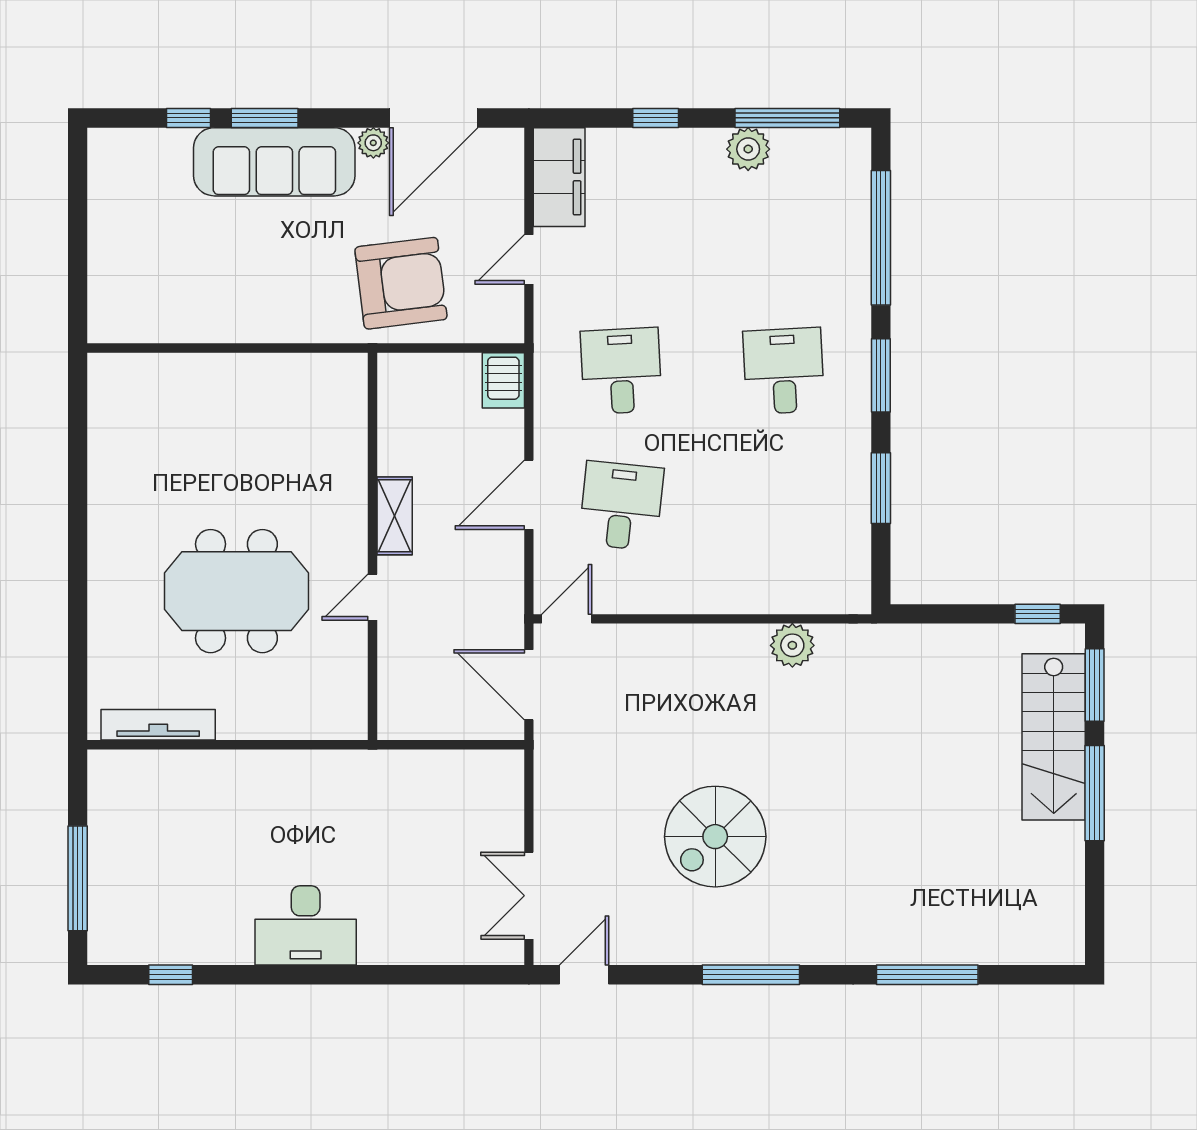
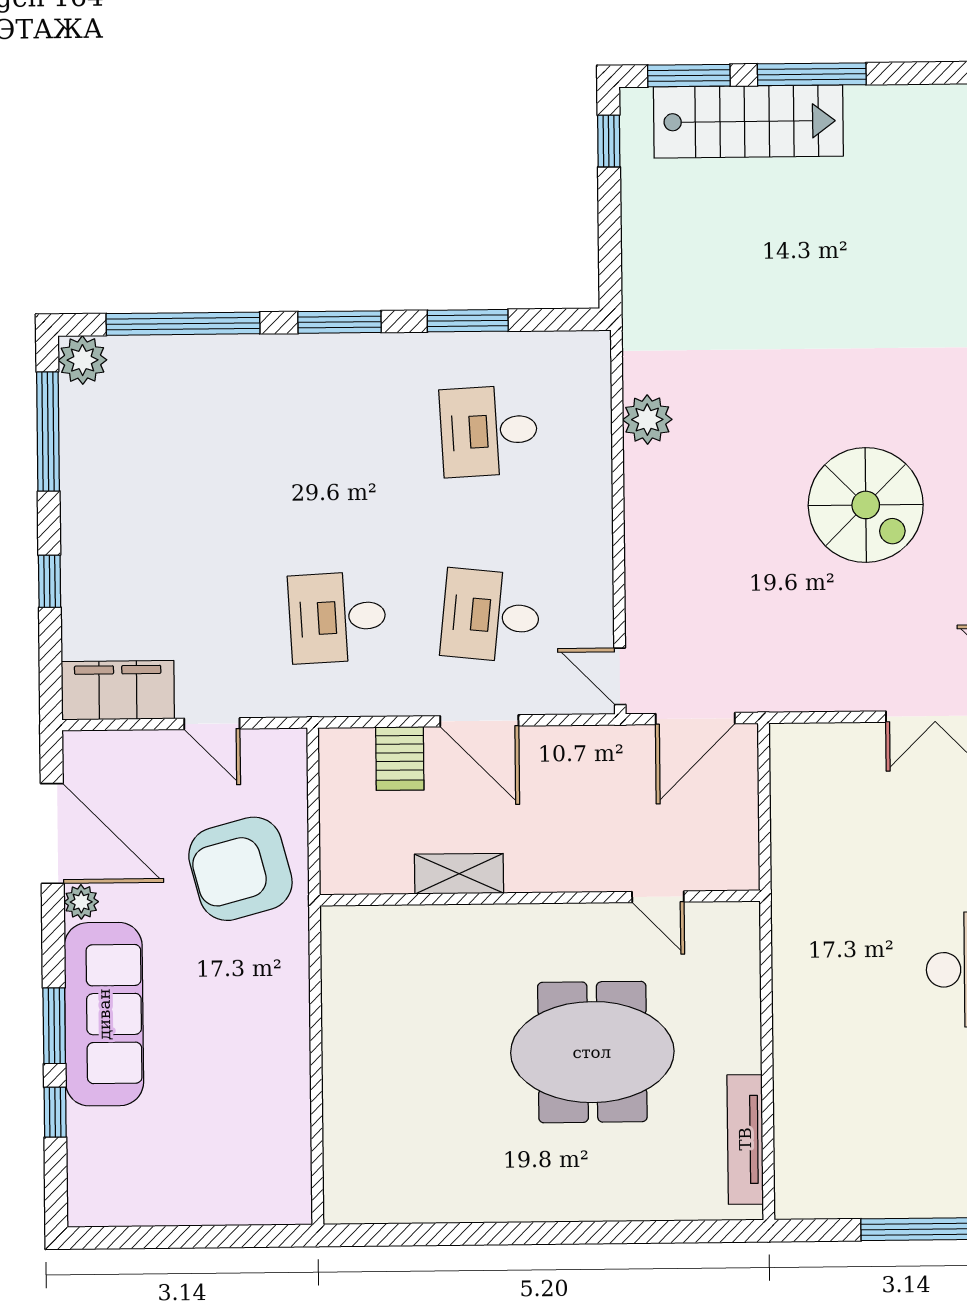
plant: (748, 149) -> (83, 360), moved
armchair: (401, 283) -> (240, 869), turned -98
desk: (784, 371) -> (489, 431), moved
server rack: (503, 380) -> (400, 759), moved, turned 90
shelving: (395, 516) -> (459, 874), moved
meeting table: (236, 591) -> (592, 1052), turned 90
door: (372, 597) -> (658, 897), moved

